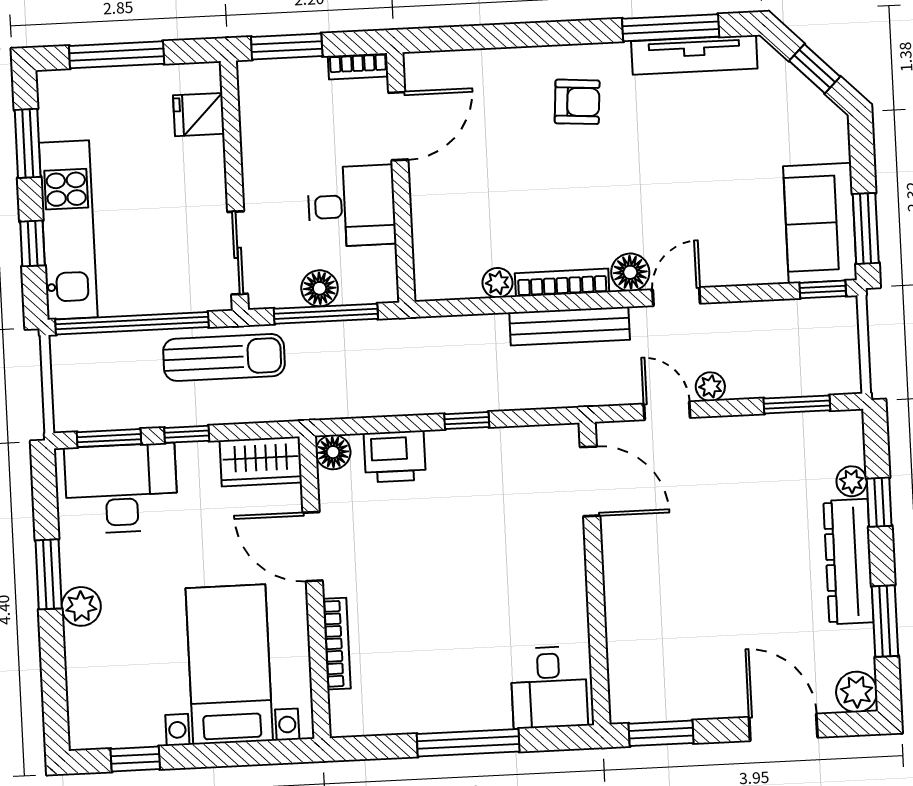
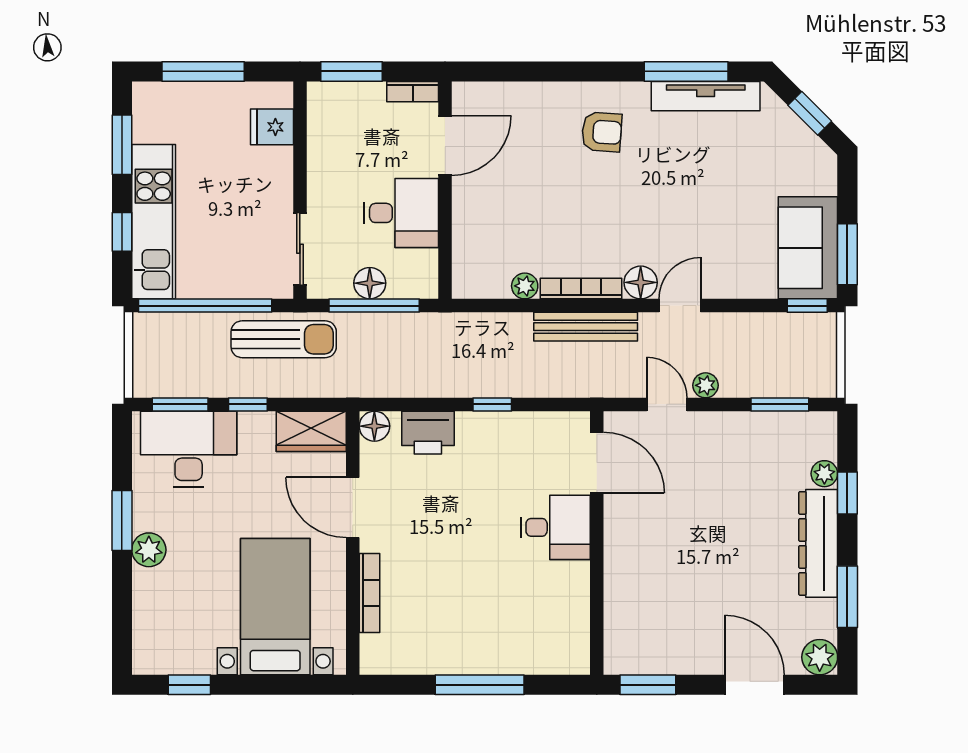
desk: (549, 687) -> (555, 527), moved, turned -90

